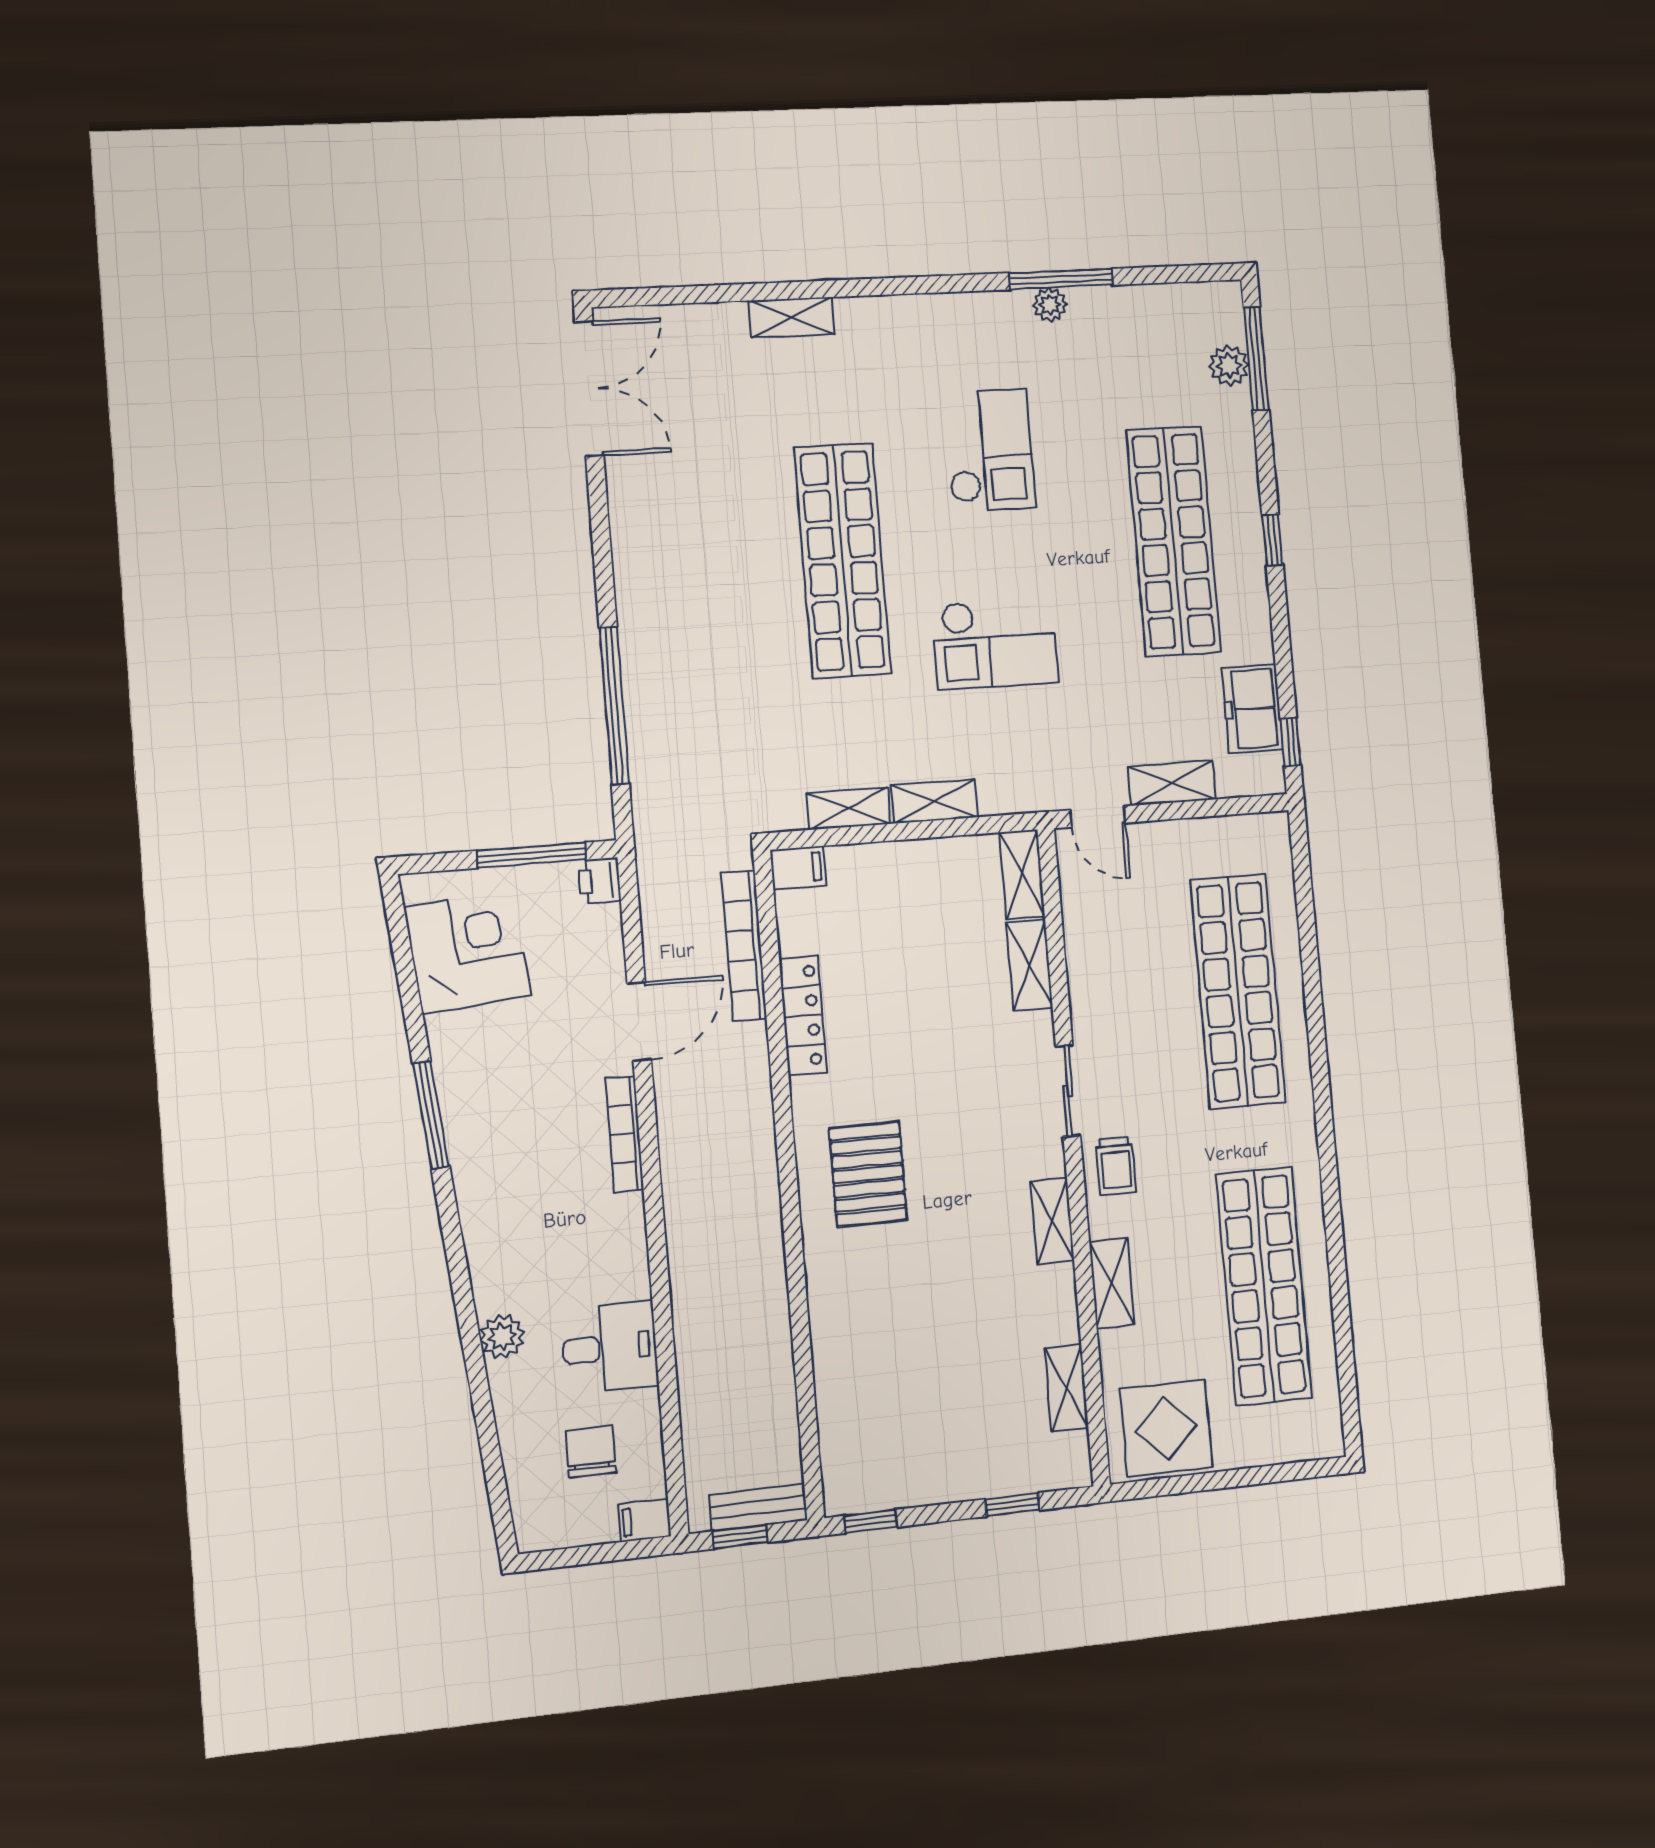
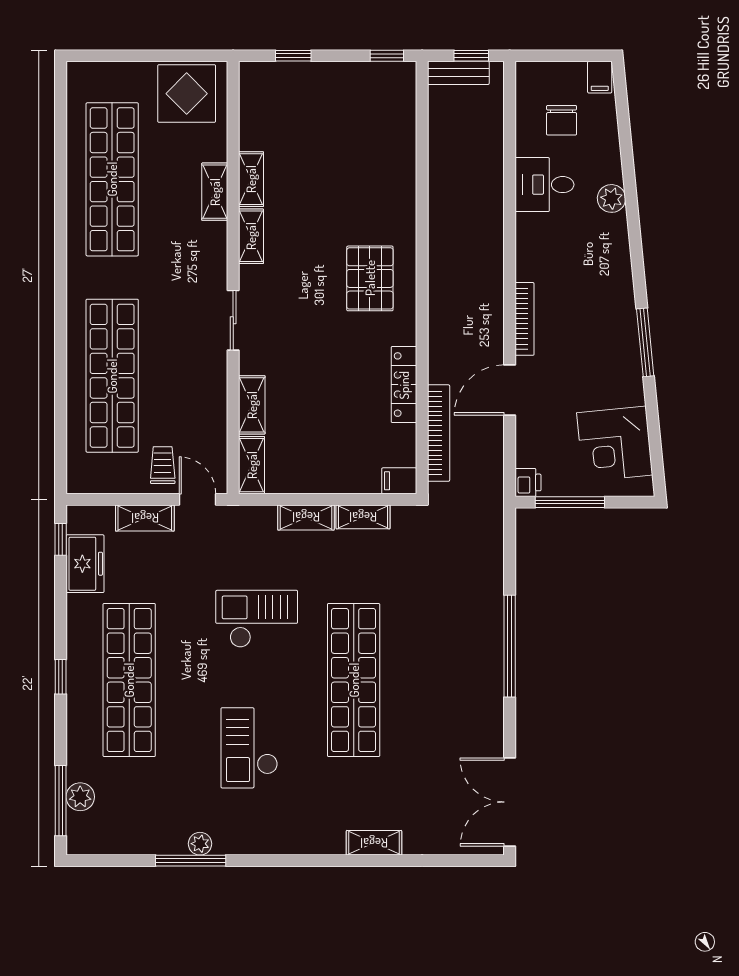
window: (614, 706) -> (510, 646), moved
trolley: (1116, 1166) -> (163, 465), moved
shelving: (1067, 1388) -> (251, 179), moved
filing cabinet: (645, 1520) -> (600, 77), moved, turned 90

